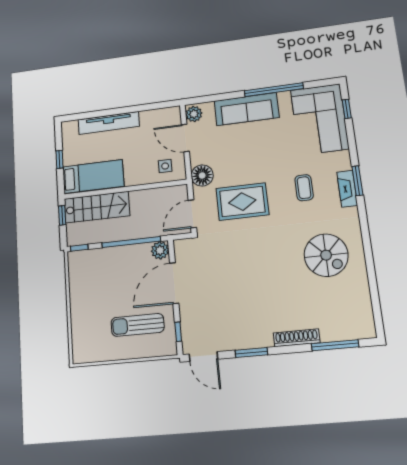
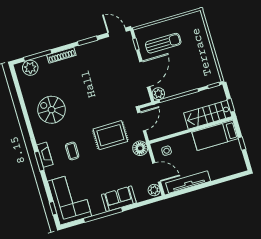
sofa: (247, 109) -> (119, 199), width x0.73
tv unit: (109, 123) -> (188, 182), moved
plant: (350, 328) -> (30, 68), added

